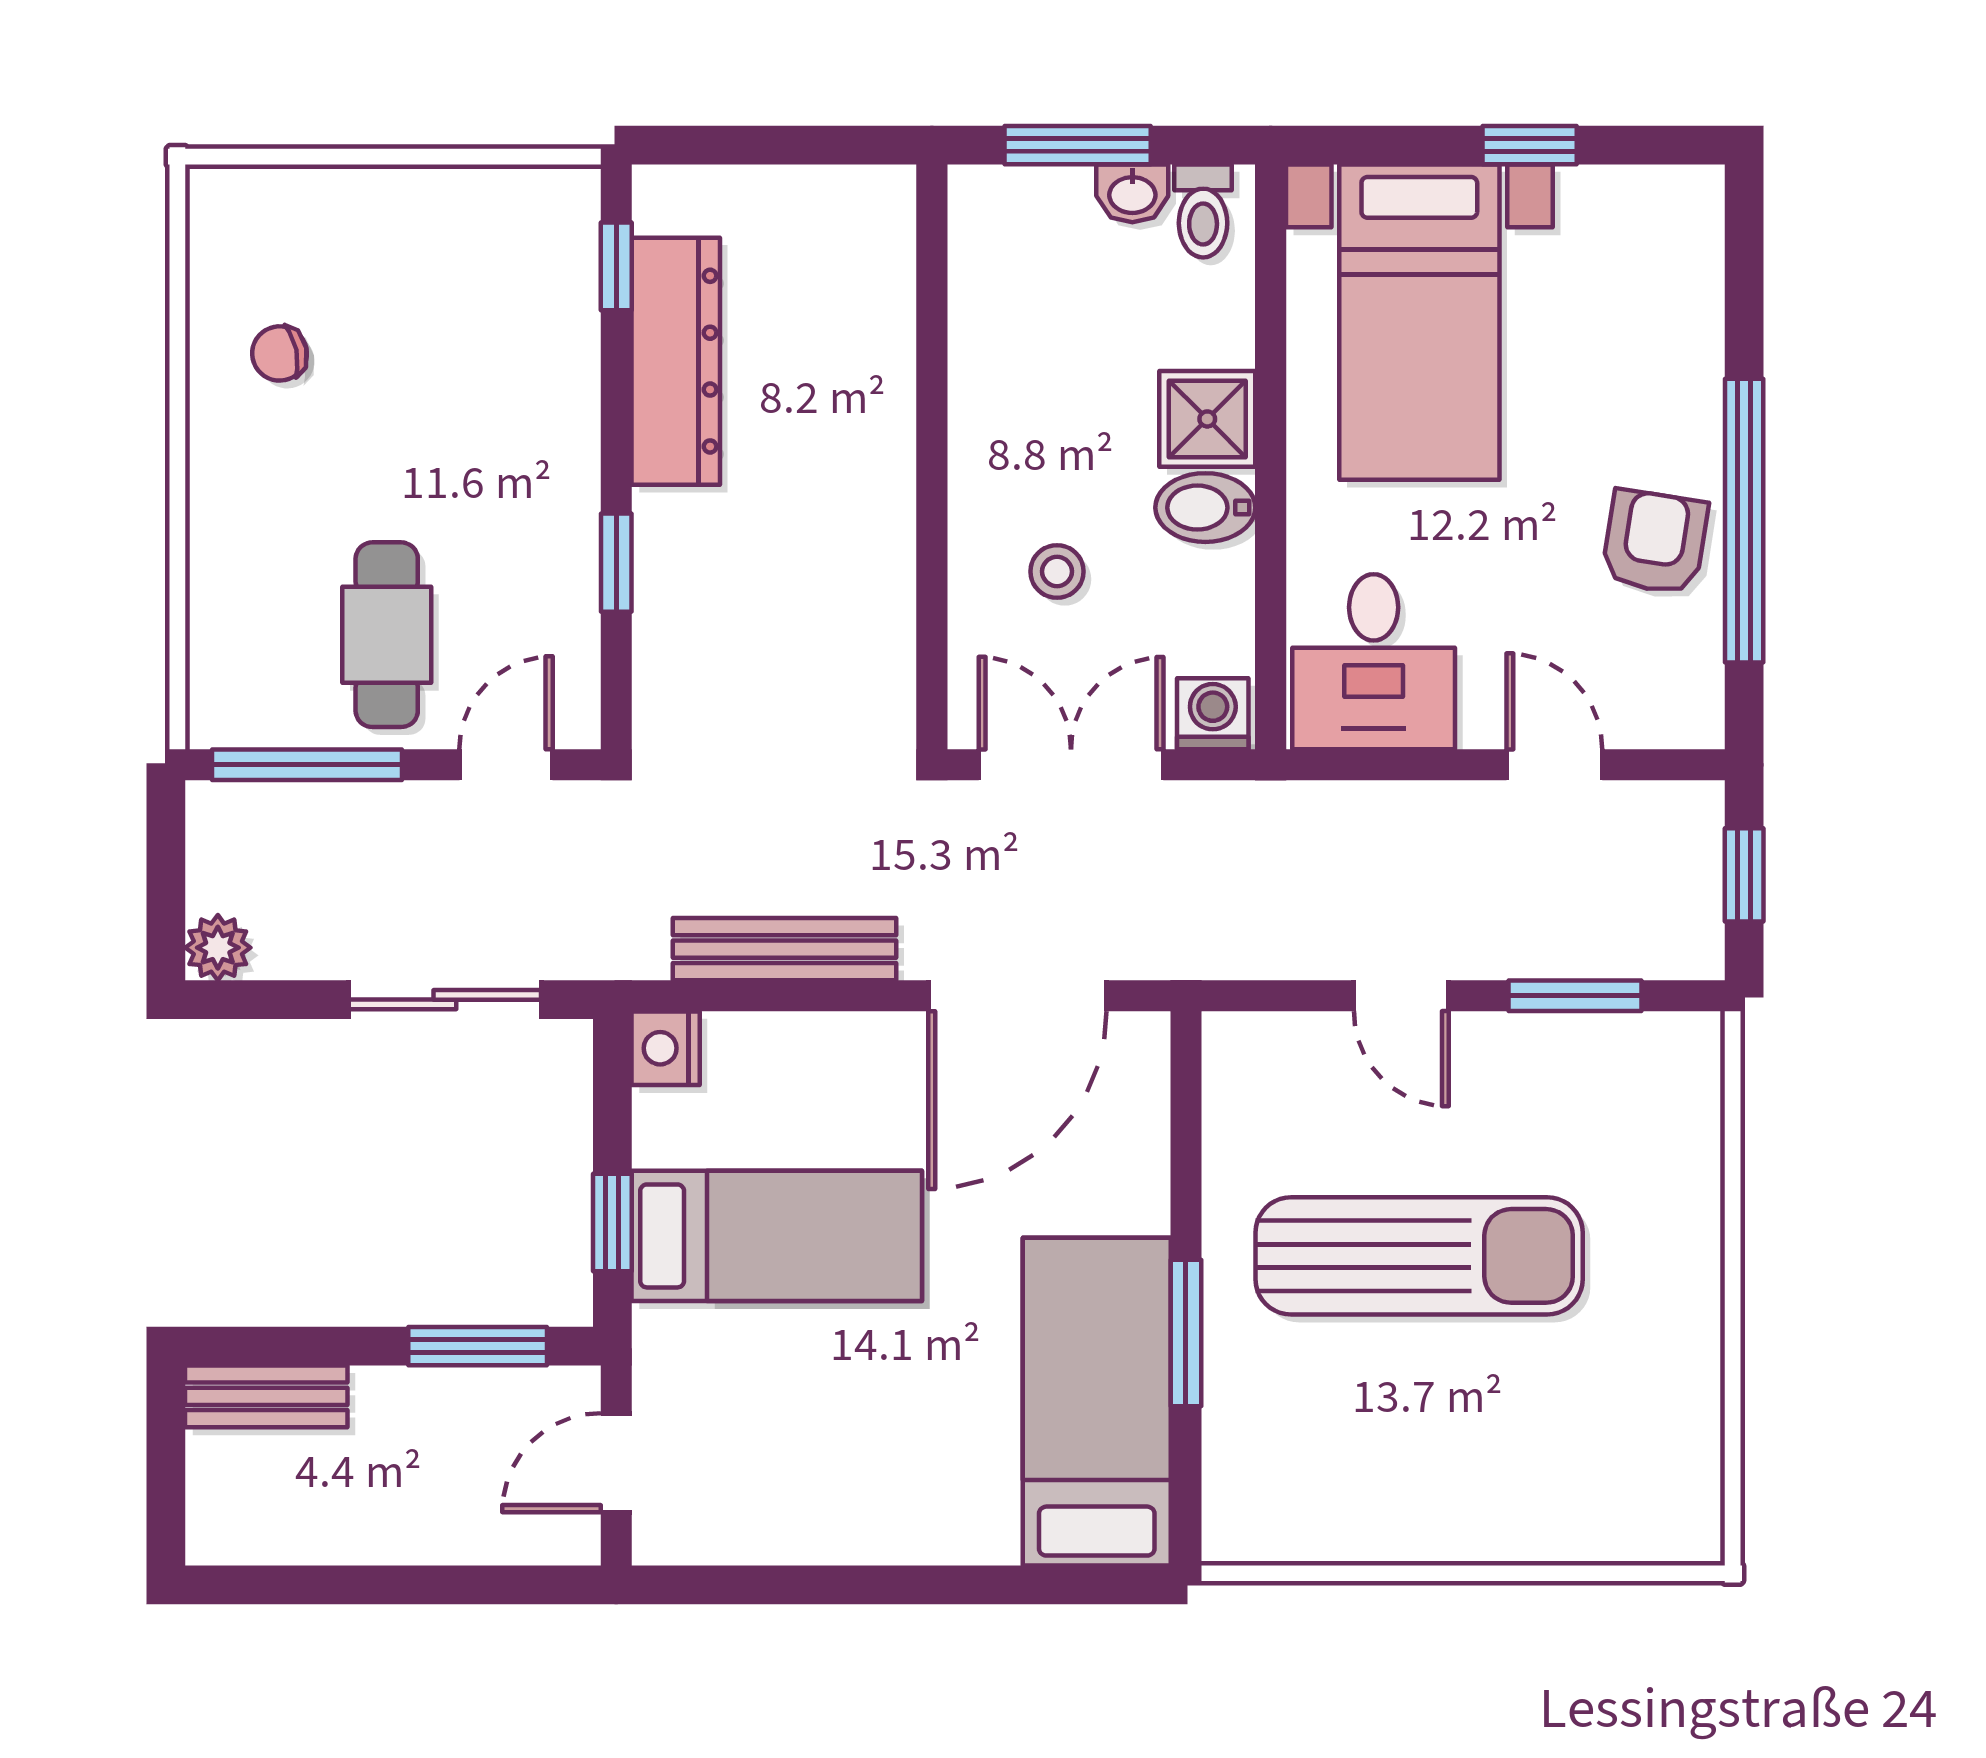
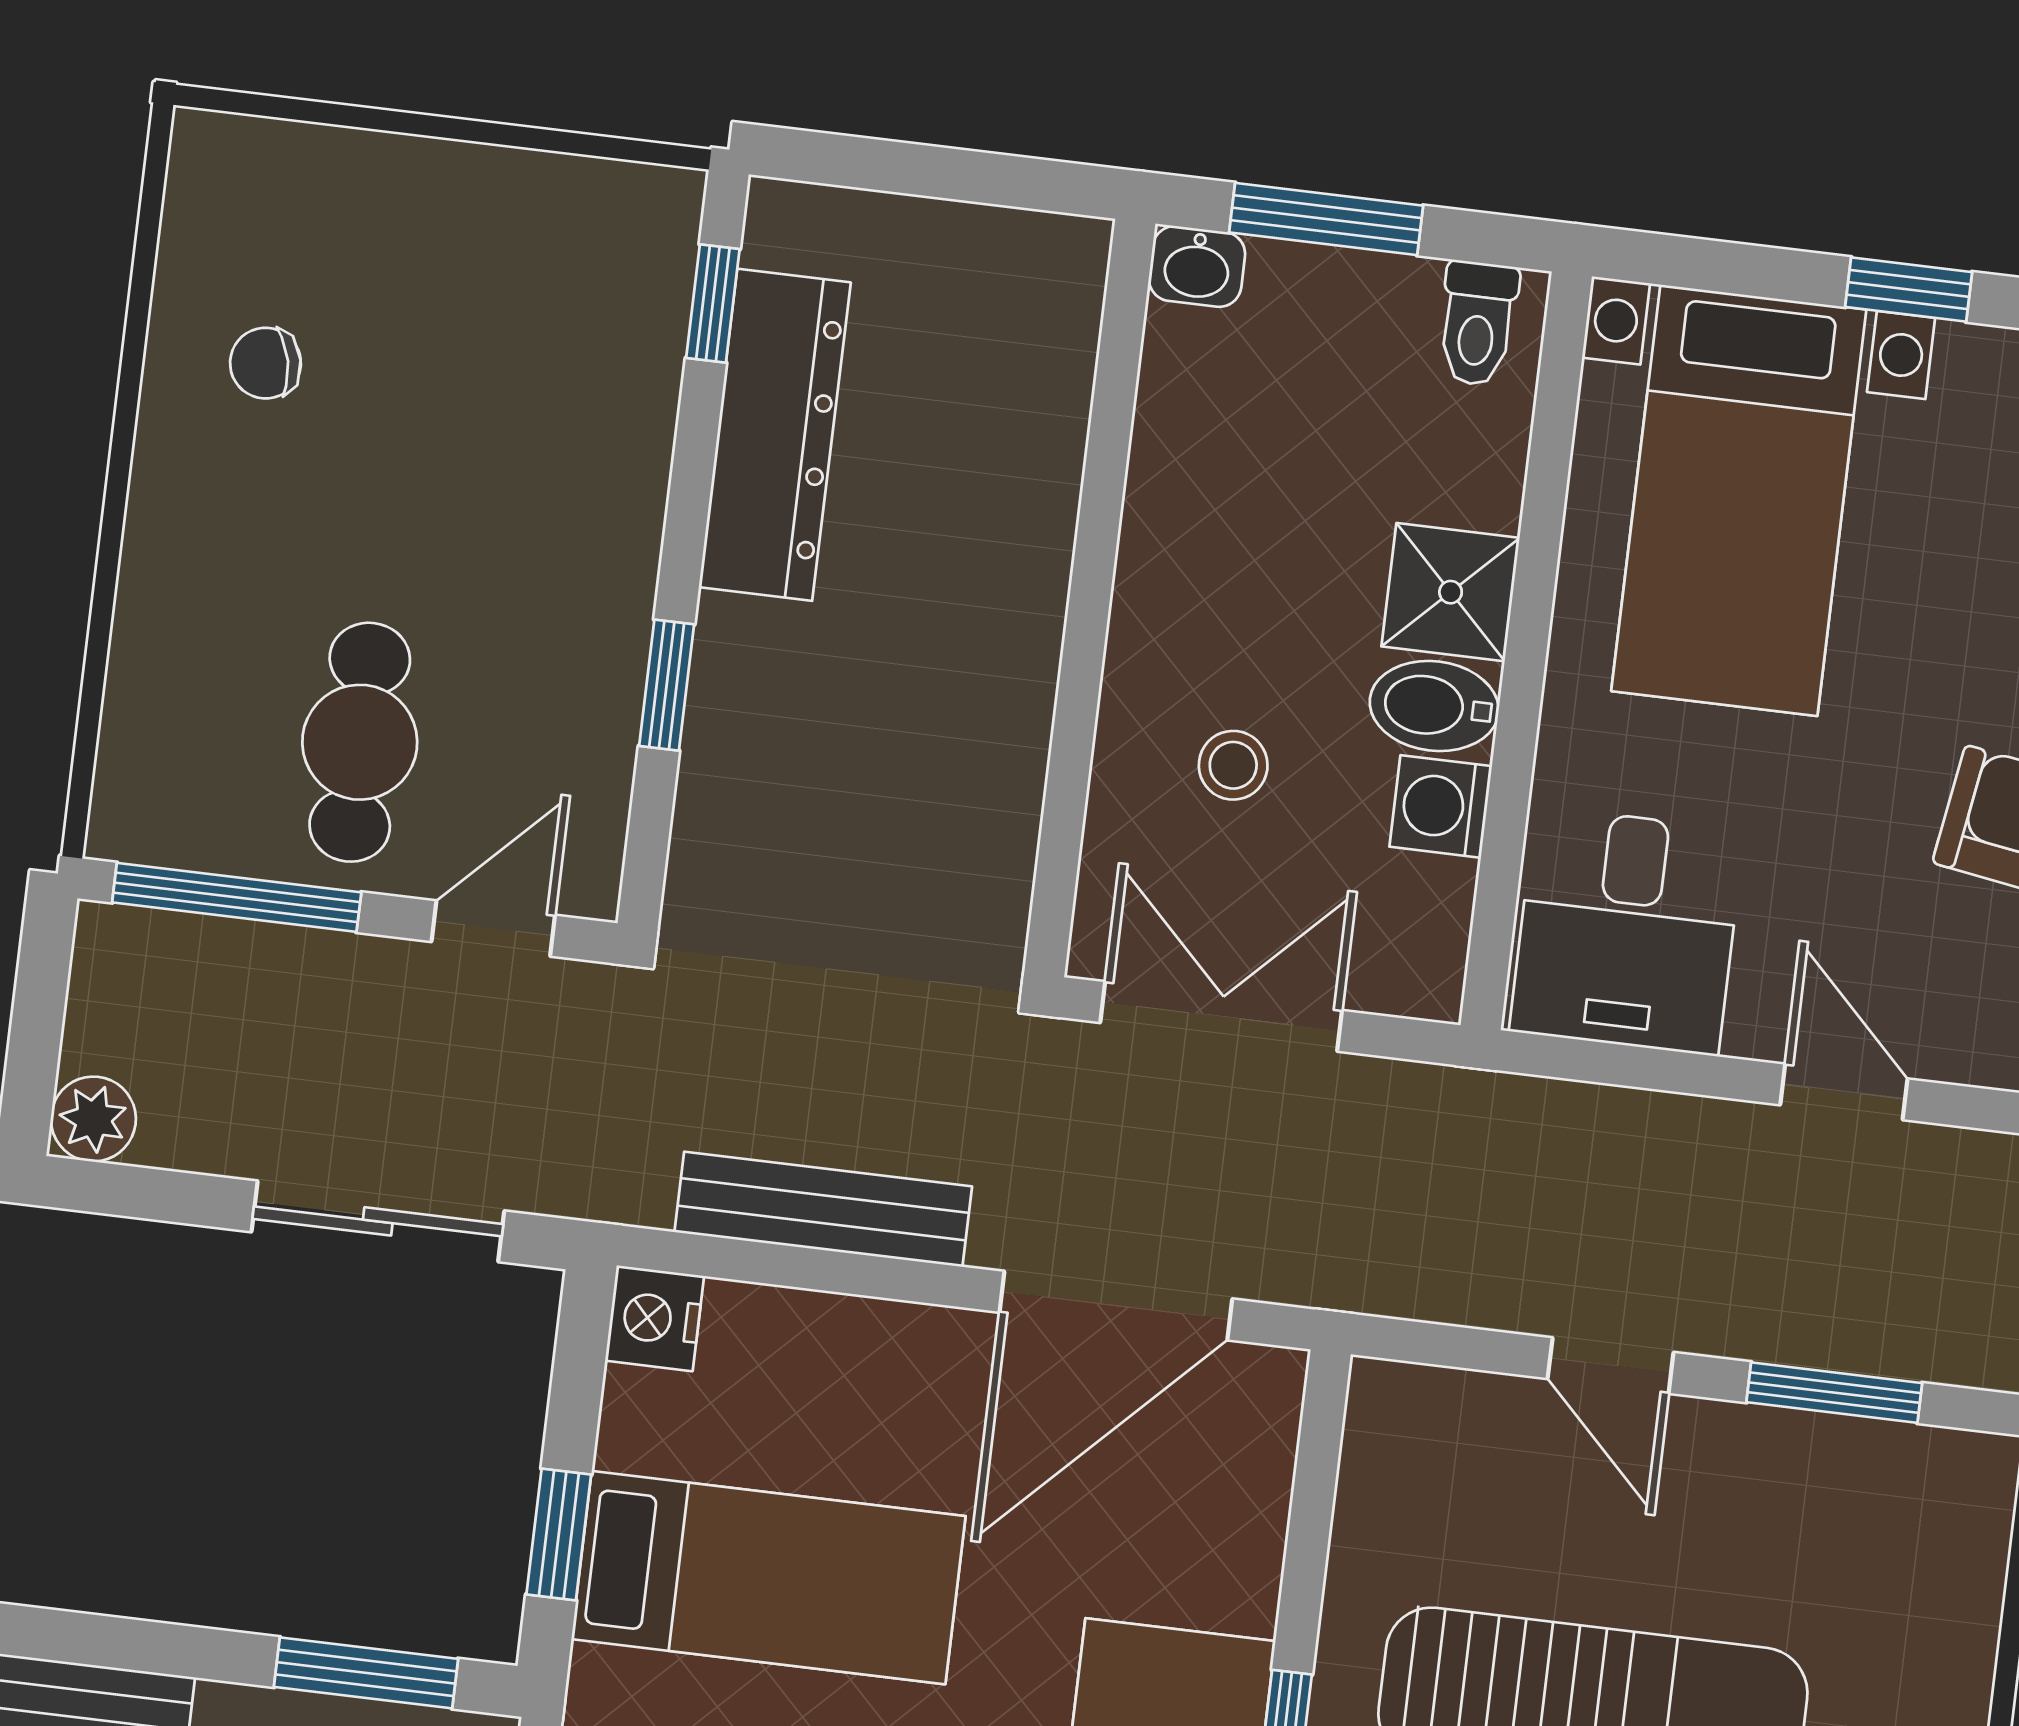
washbasin: (1132, 193) -> (1197, 266), moved
washing machine: (1213, 714) -> (1441, 806), moved, turned -90

